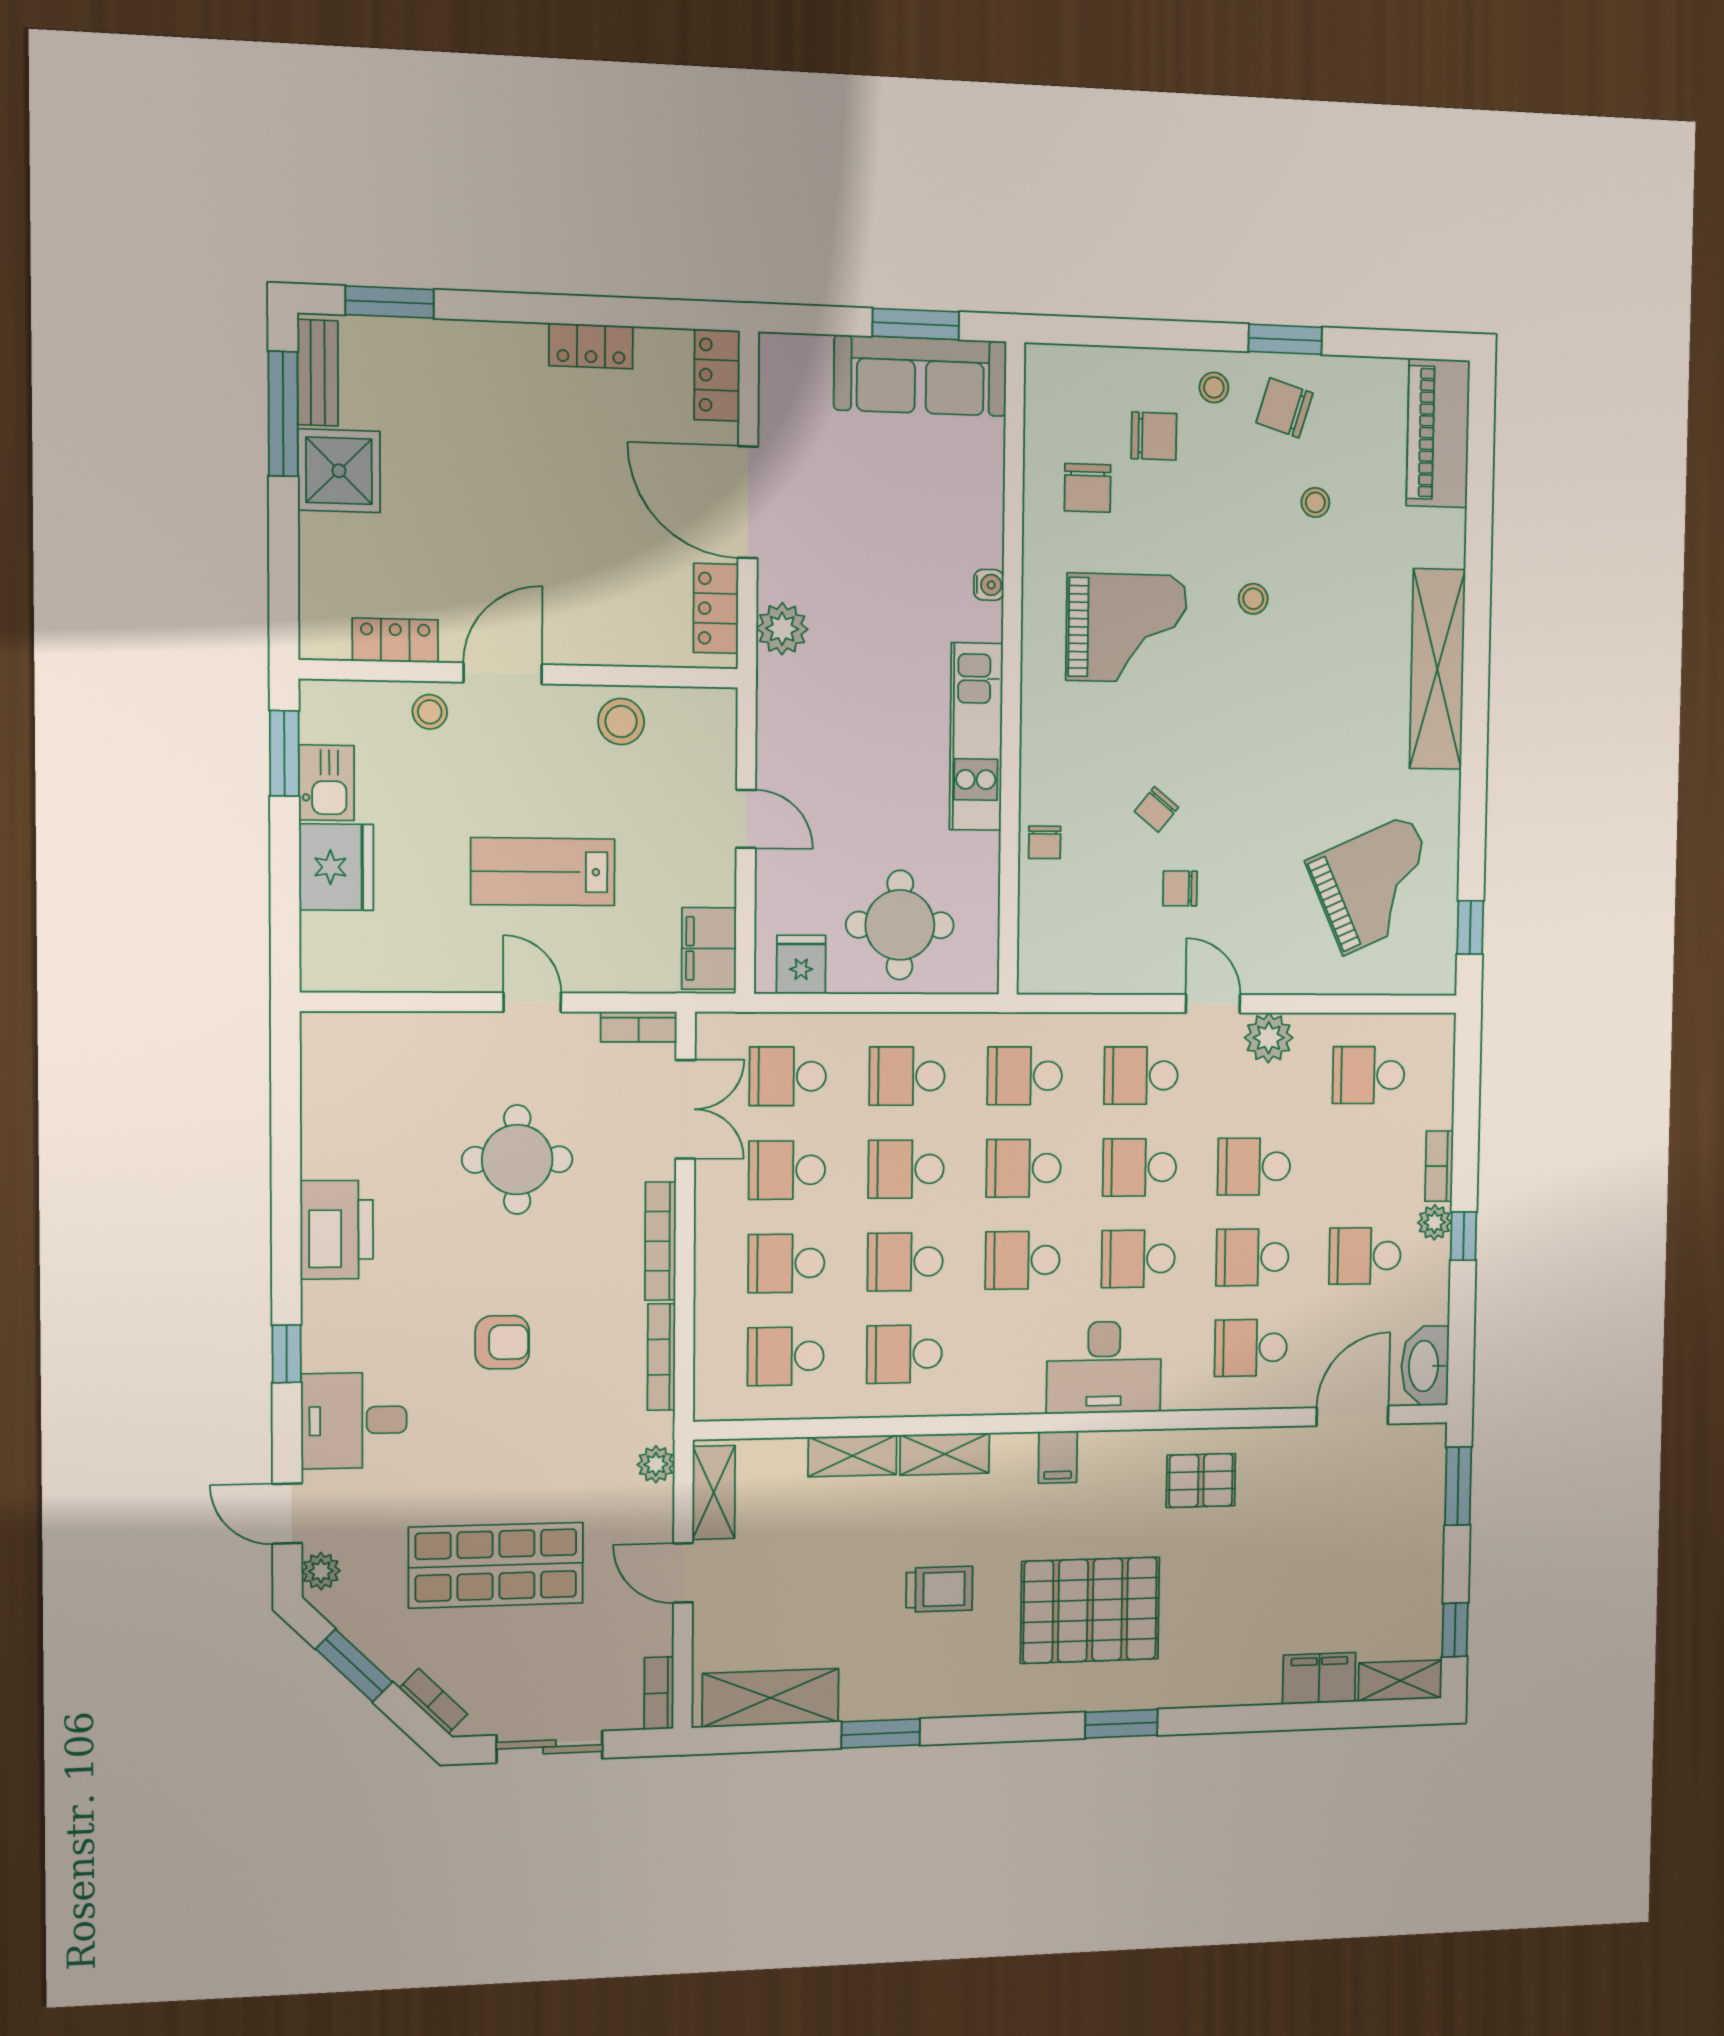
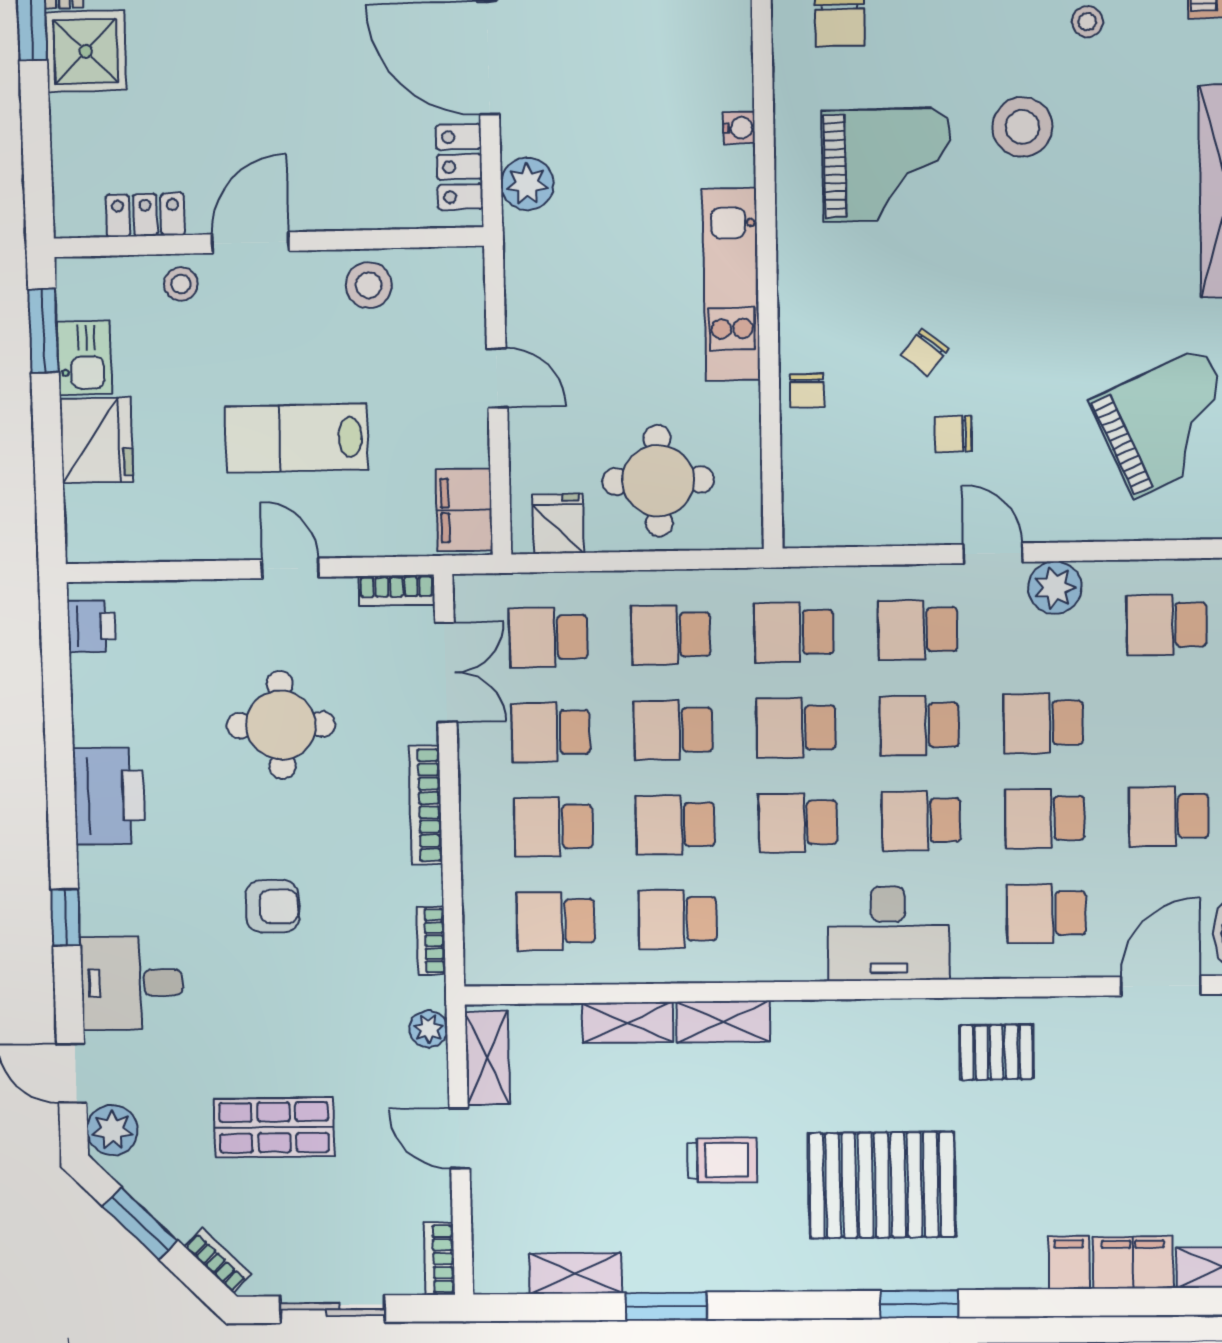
stool: (1253, 599) -> (1022, 127), width x1.89, depth x1.89
printer: (324, 1057) -> (91, 626), added
bookcase: (661, 1357) -> (431, 941), width x0.64
filing cabinet: (1058, 1457) -> (1069, 1263), moved, turned 180
shop shelf: (496, 1565) -> (274, 1127), width x0.70, depth x0.74
plant: (321, 1571) -> (112, 1130), width x1.38, depth x1.38
shelving: (771, 1698) -> (575, 1273), width x0.67, depth x0.75

